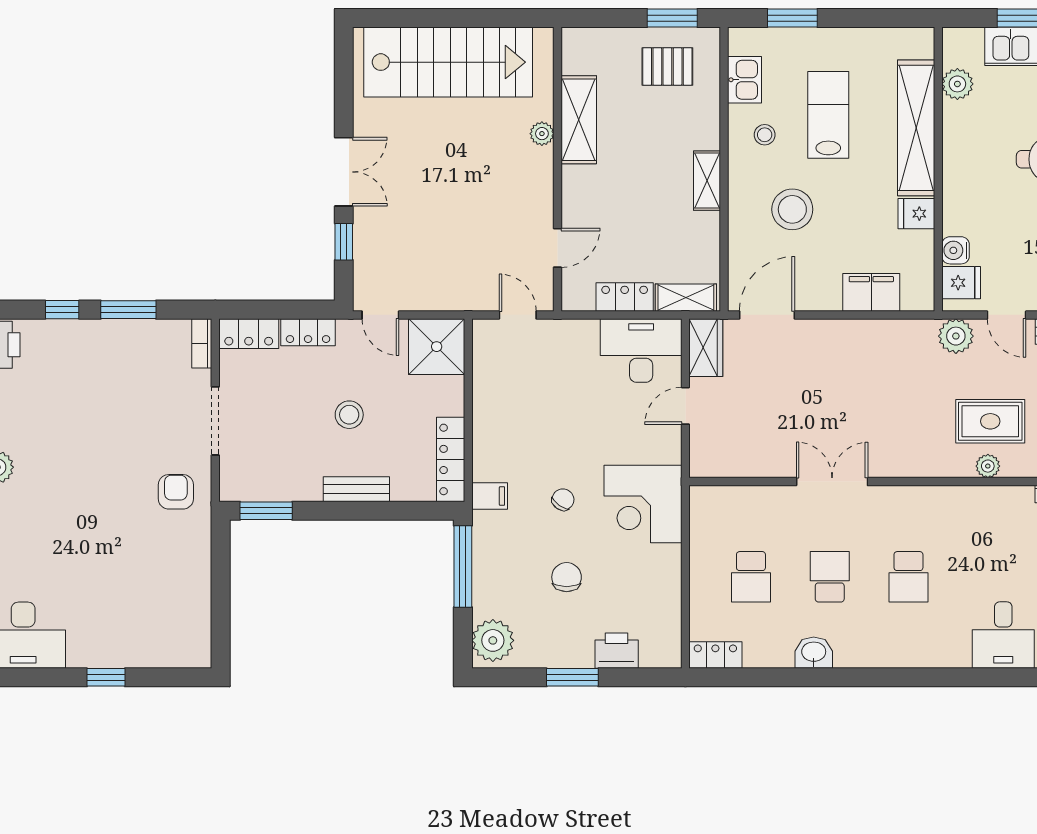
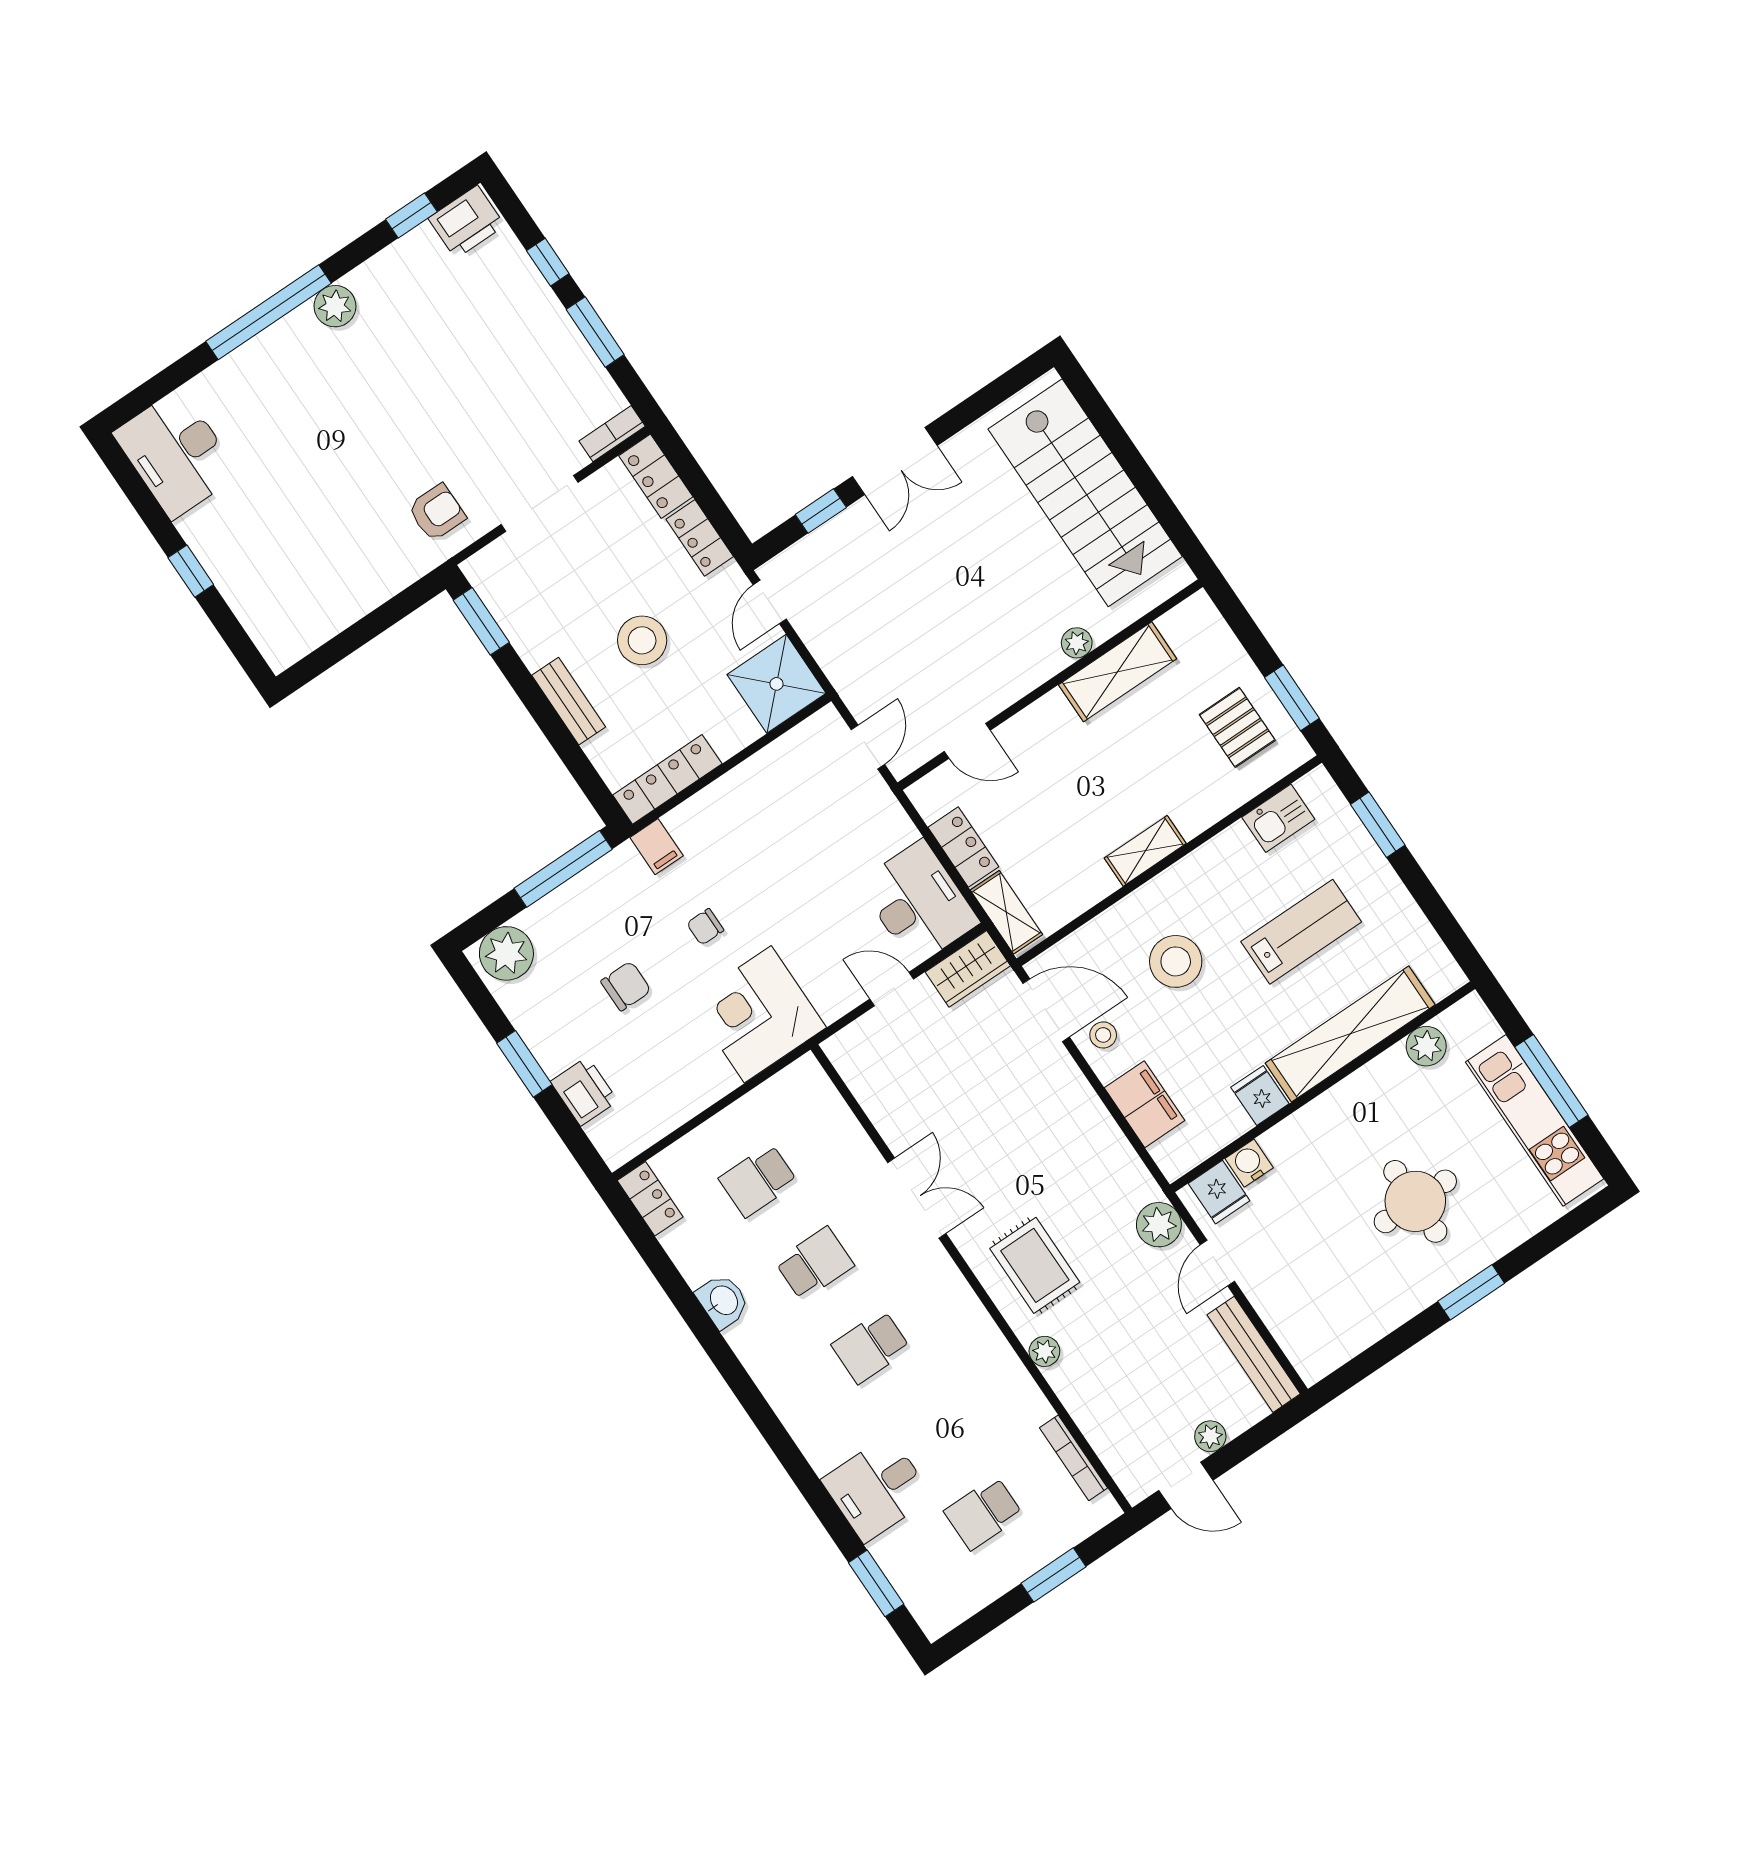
stool: (765, 135) -> (1103, 1035), moved
stool: (349, 415) -> (642, 640), width x1.38, depth x1.38
rug: (990, 421) -> (1035, 1265), moved
chair: (563, 500) -> (705, 927), turned 145

